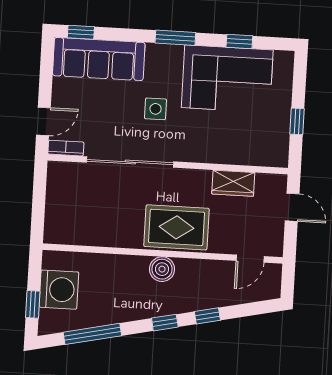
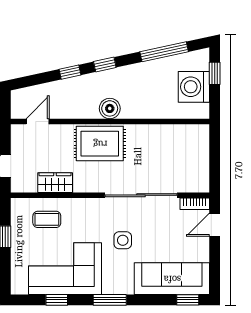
coffee table: (246, 139) -> (47, 219), added

